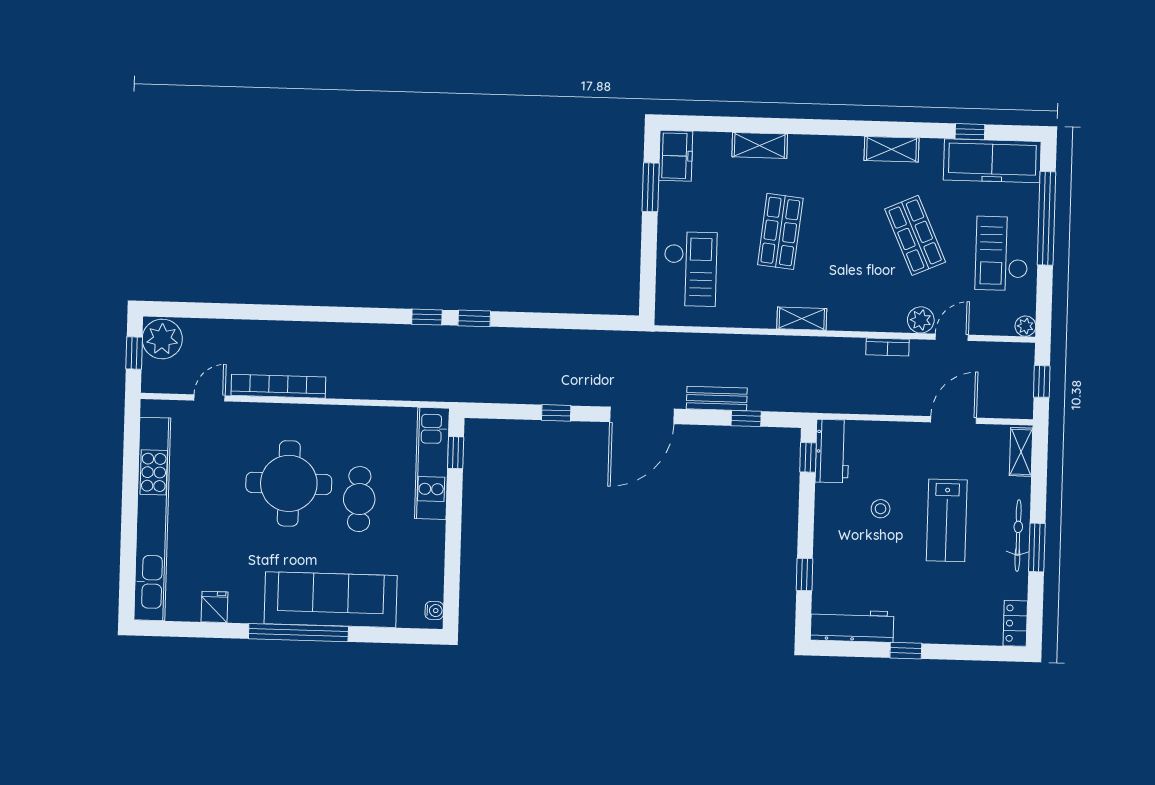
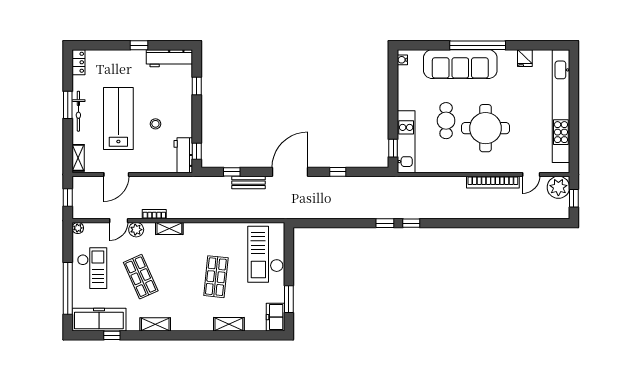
checkout: (690, 269) -> (265, 254), width x1.36, depth x1.21
shelving: (802, 319) -> (169, 228), moved
plant: (162, 339) -> (558, 187), moved
lab bench: (947, 520) -> (118, 118), width x1.36, depth x1.39

